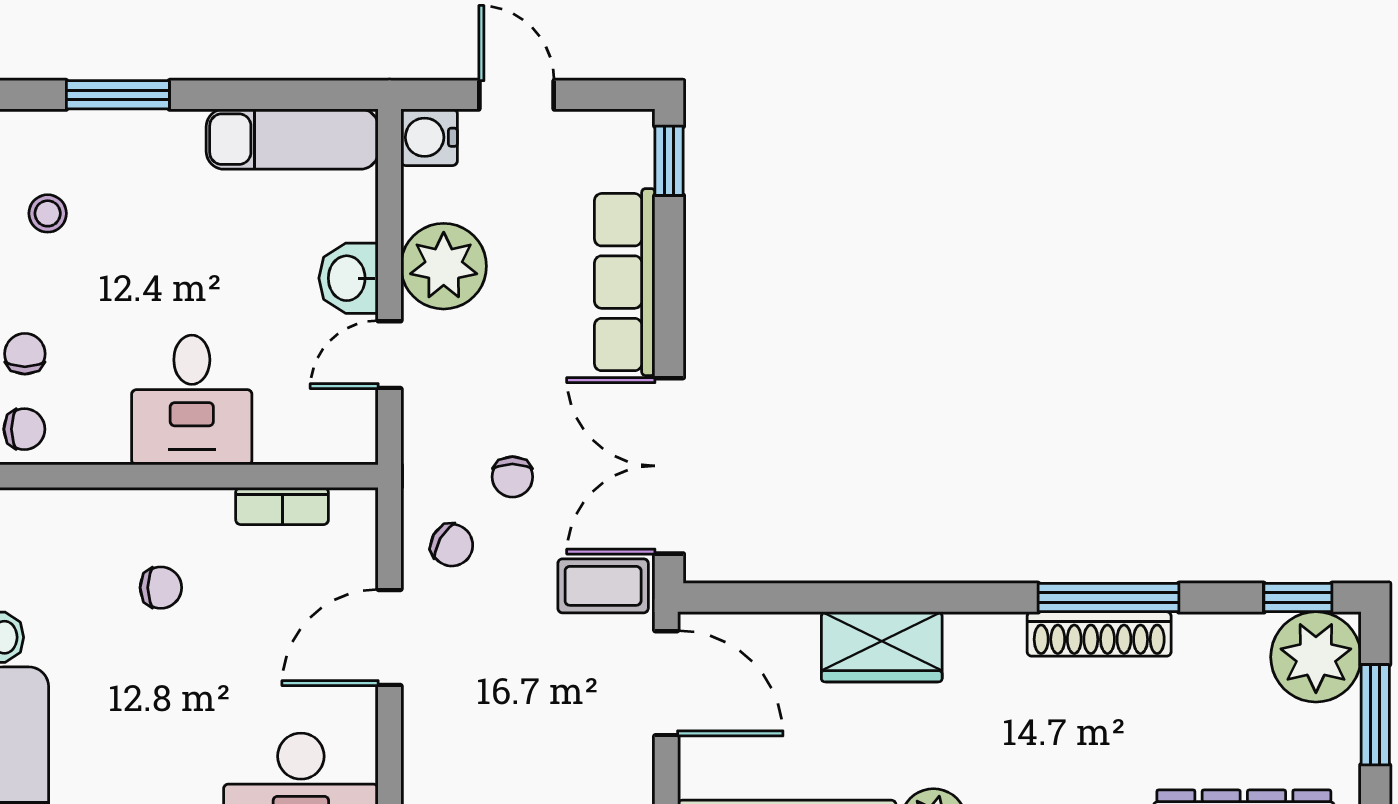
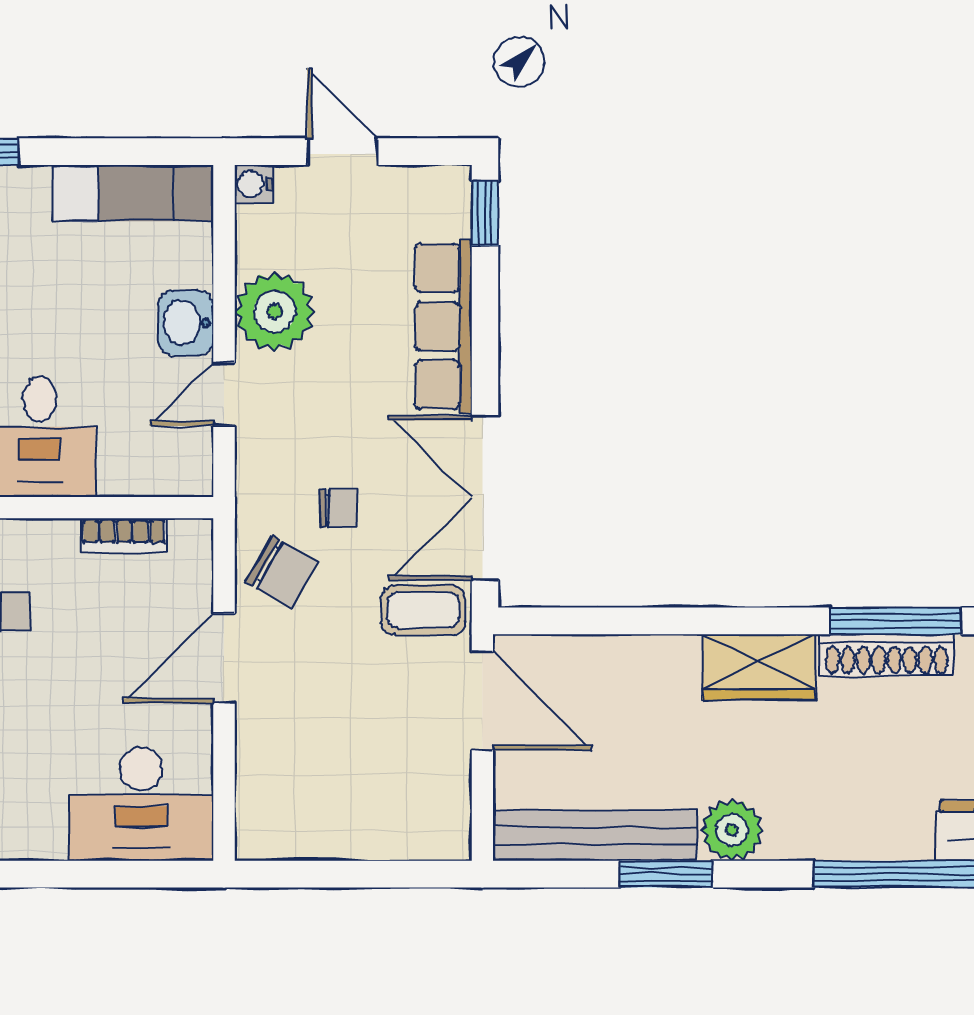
water cooler: (429, 137) -> (254, 184), width x0.72, depth x0.72
chair: (512, 477) -> (339, 508), turned -90
chair: (452, 545) -> (282, 572), width x1.37, depth x1.37
wardrobe: (882, 647) -> (759, 667), moved

